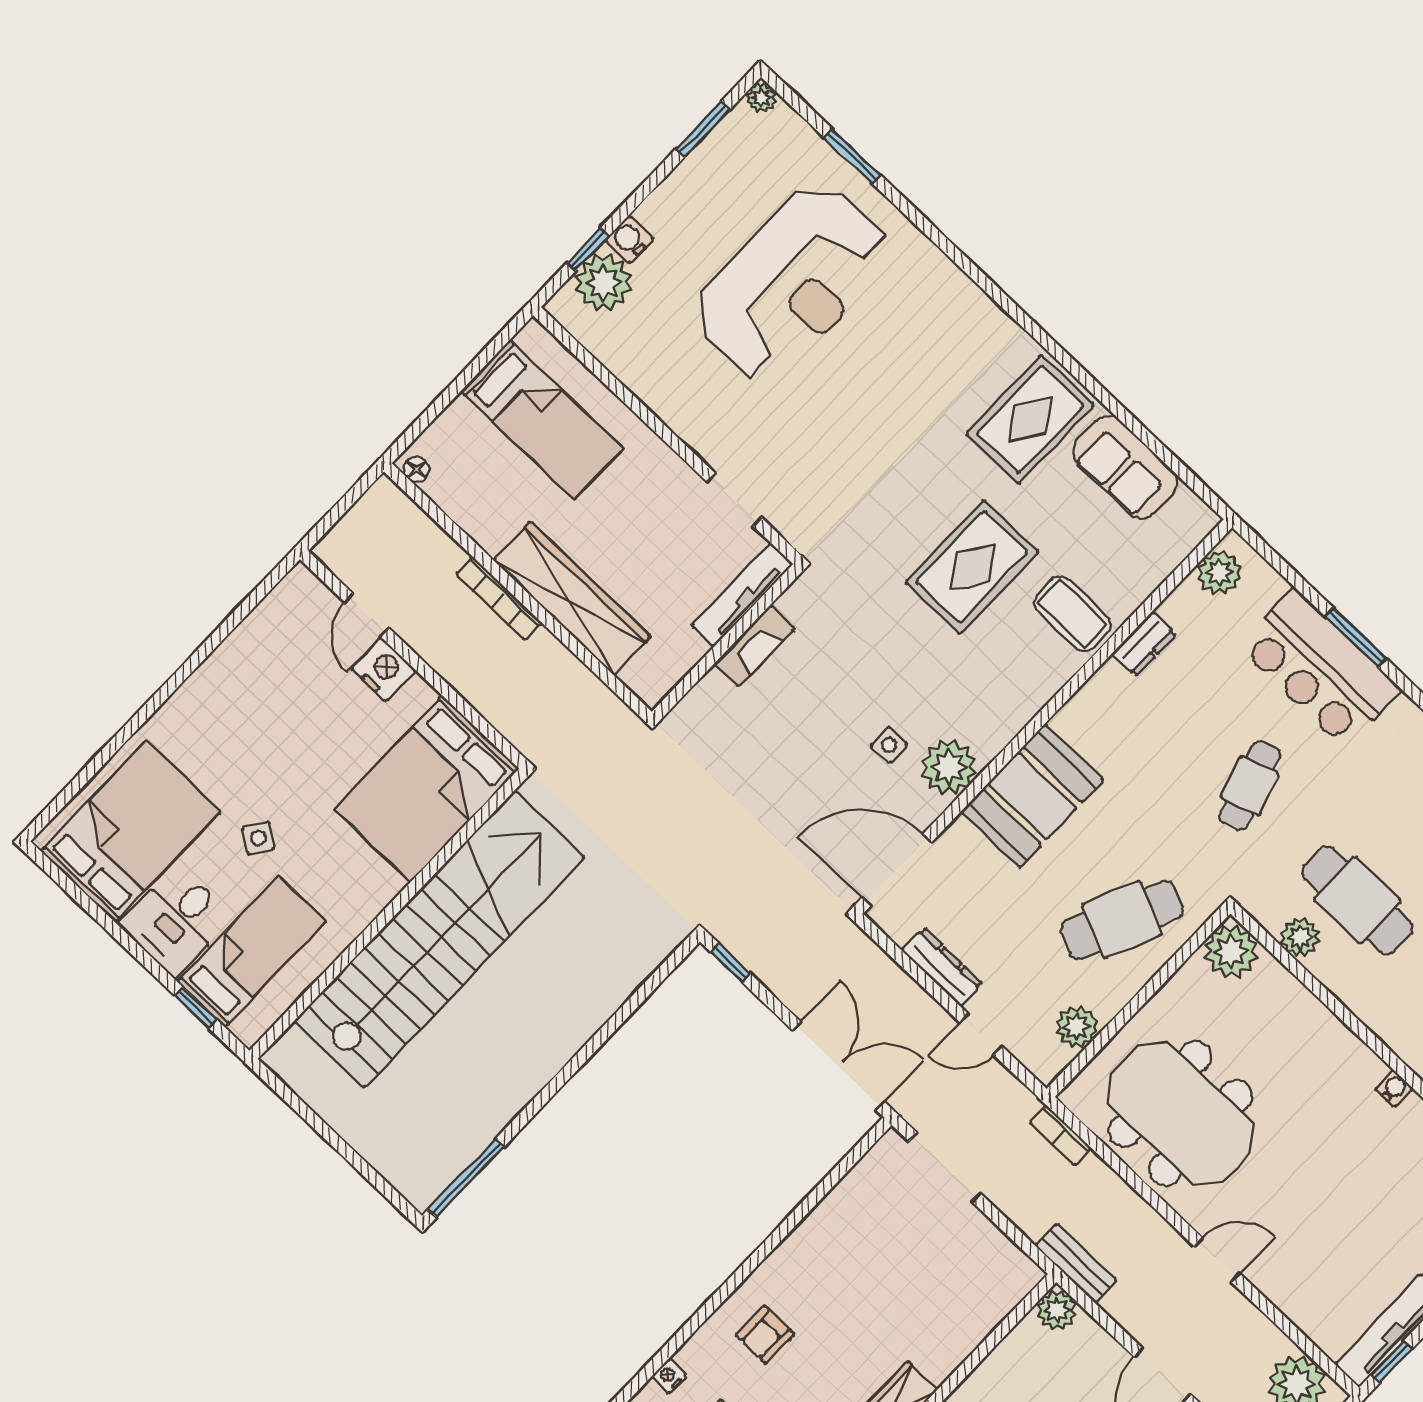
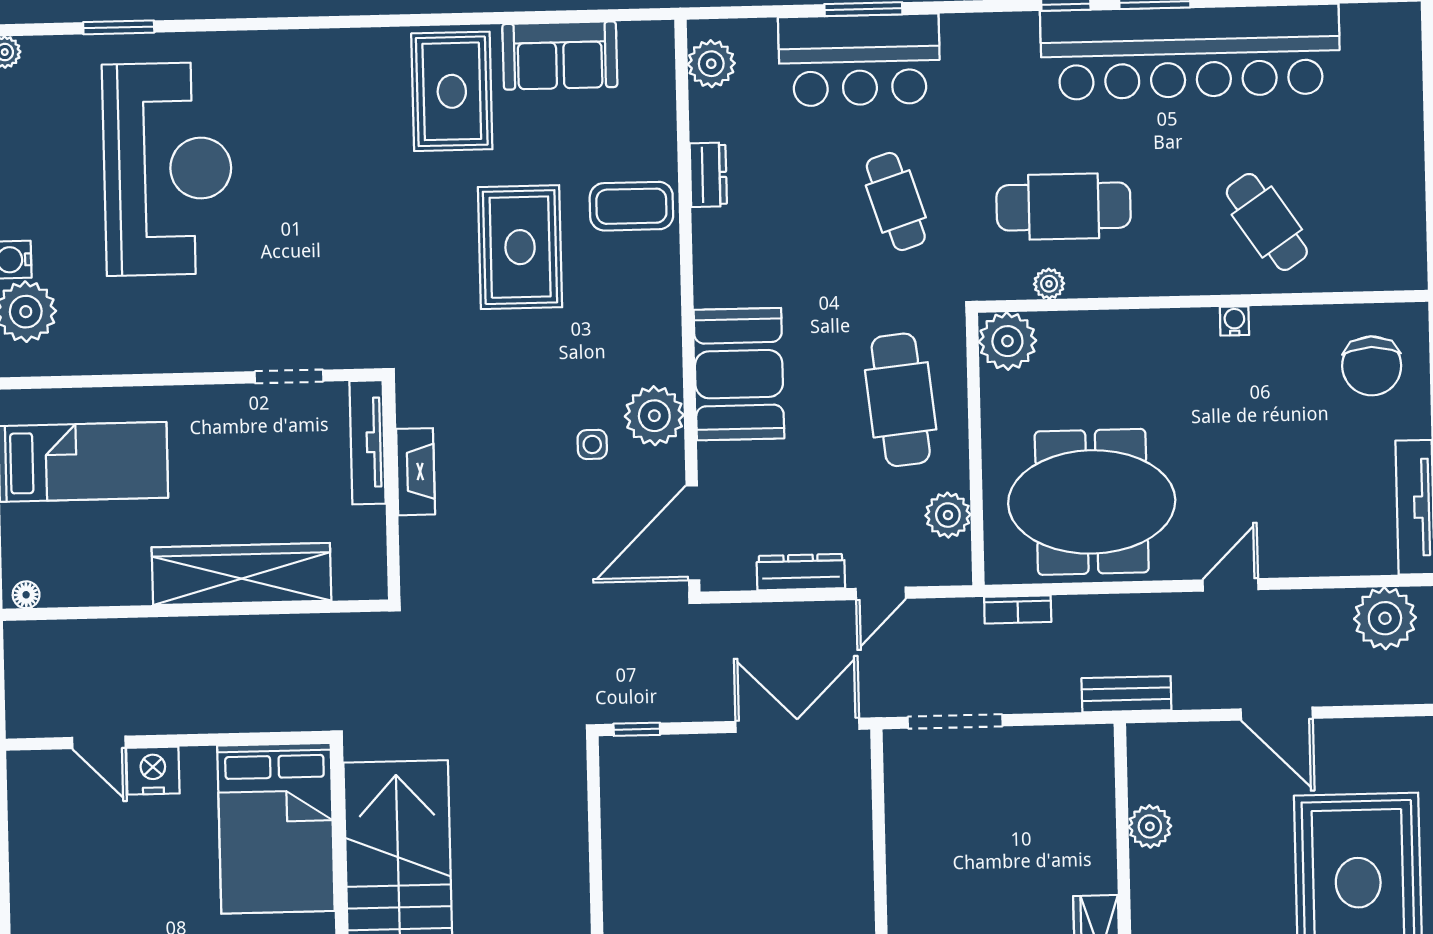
bookcase: (499, 599) -> (186, 630), removed
cafe table: (1122, 920) -> (901, 400), turned -30
plant: (1300, 937) -> (1049, 284), width x0.73, depth x0.73
plant: (1057, 1310) -> (1150, 826), moved

